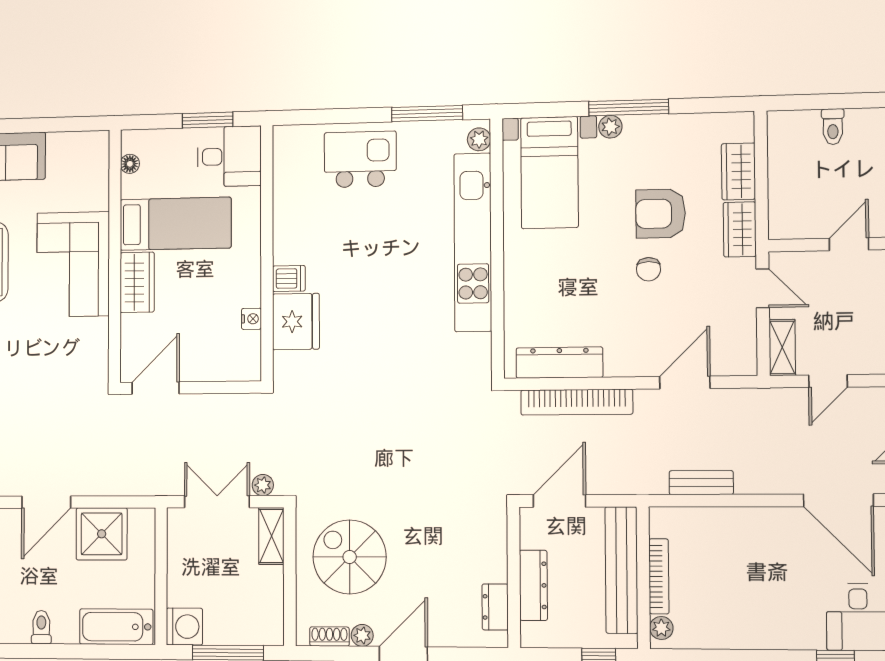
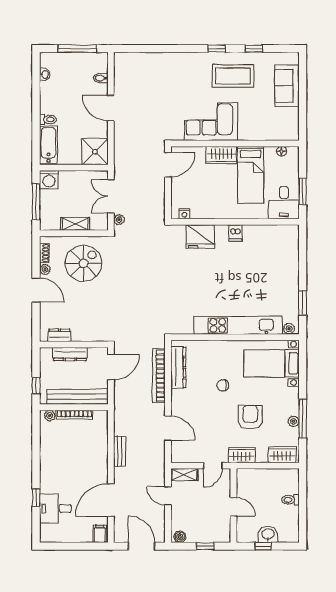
window: (629, 107) -> (303, 418), moved
window: (427, 113) -> (303, 303), width x0.69
plant: (610, 127) -> (293, 421), moved
kitchen island: (360, 159) -> (281, 269), removed
wardrobe: (738, 171) -> (282, 455), moved
corner sofa: (73, 264) -> (211, 122), moved
chair: (649, 269) -> (223, 385), moved
dishwasher: (289, 278) -> (235, 233), moved
nightstand: (251, 319) -> (184, 214), moved
door: (156, 388) -> (168, 165), hinge flipped
bench: (701, 483) -> (120, 451), moved
door: (559, 501) -> (111, 367), hinge flipped
double door: (217, 502) -> (111, 196), swing flipped
shower: (102, 534) -> (95, 152), moved
shelving: (271, 536) -> (75, 224), moved
toilet: (41, 627) -> (48, 120), moved

